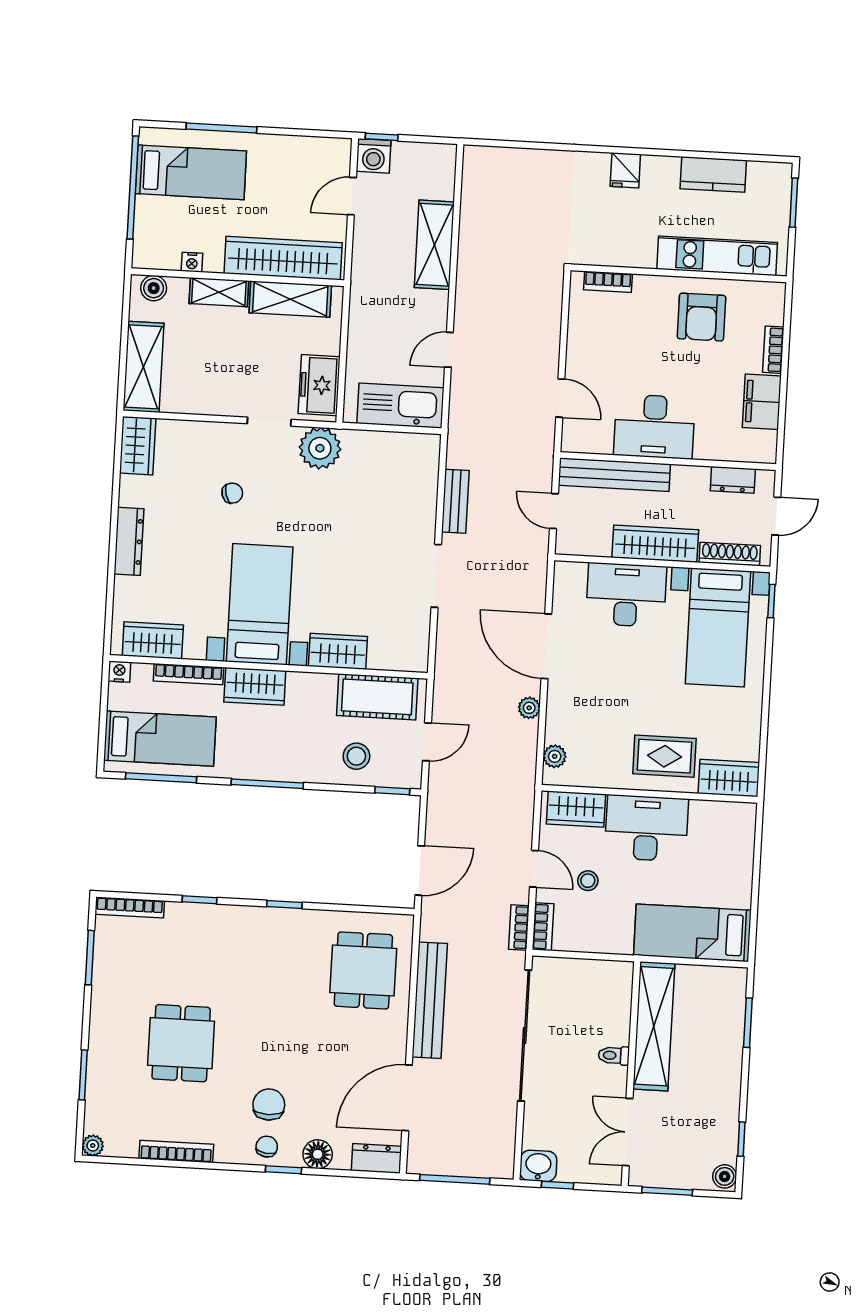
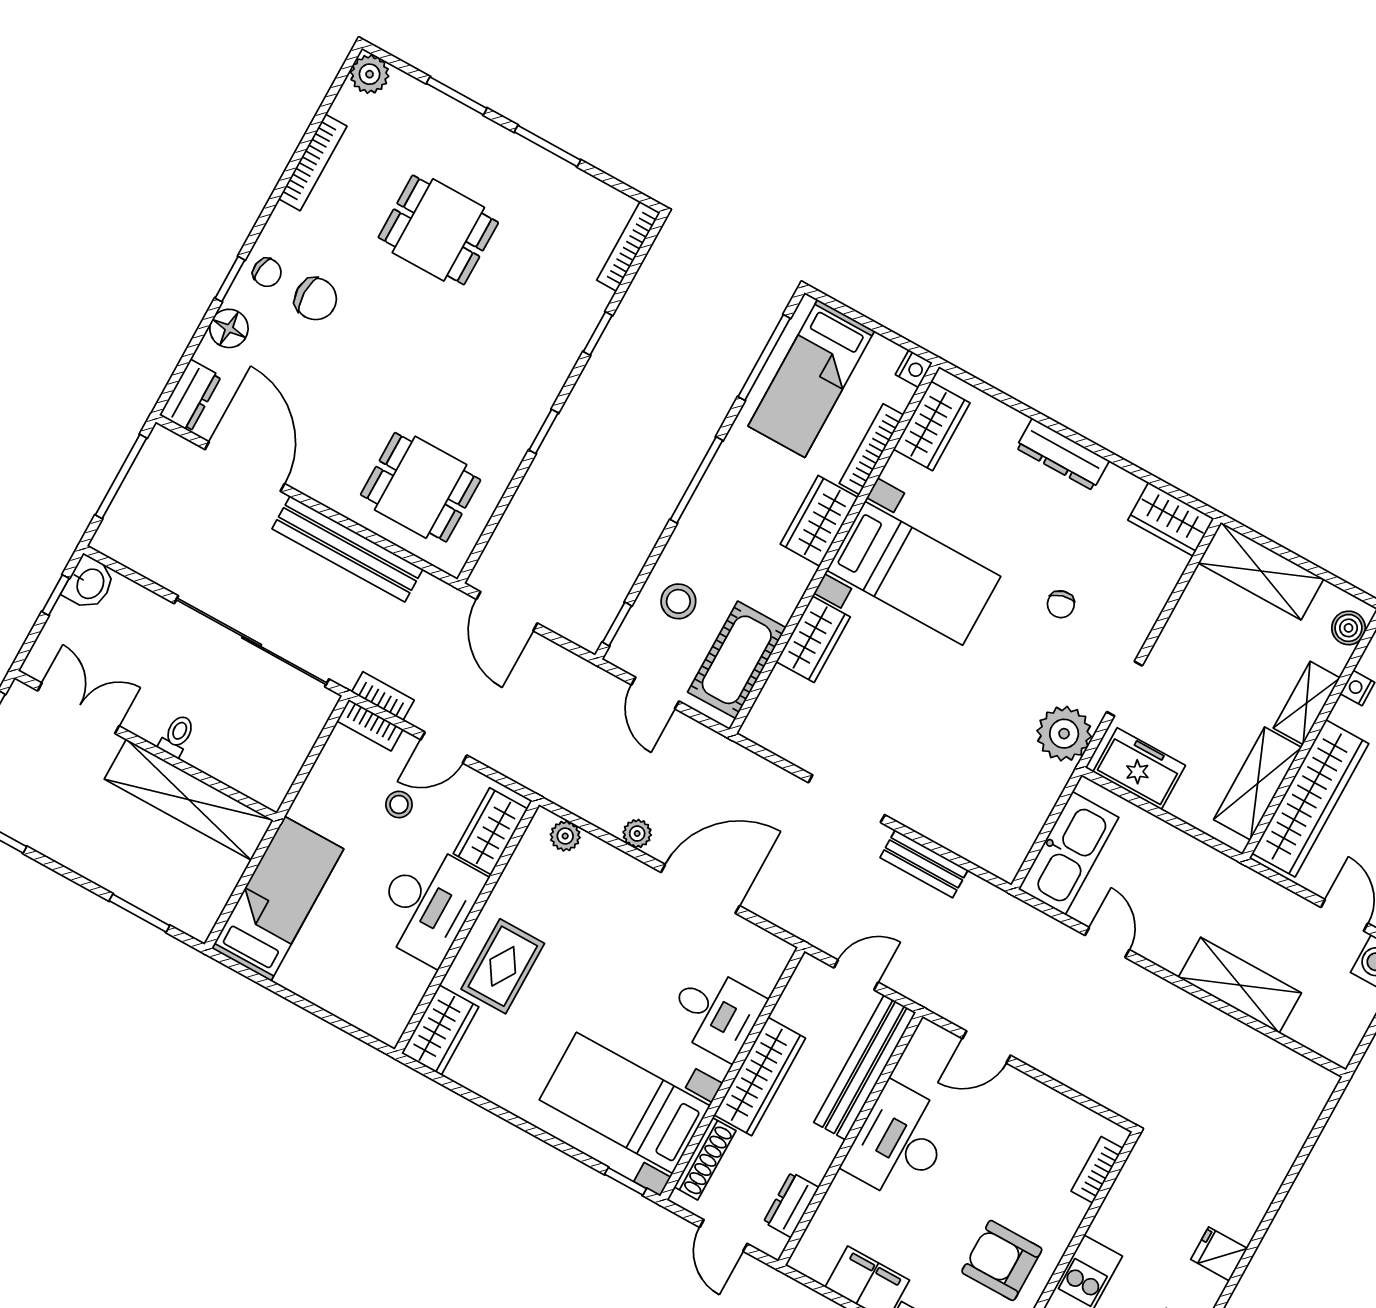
desk: (626, 595) -> (716, 1013), width x0.73
window: (90, 958) -> (548, 146), moved
plant: (93, 1146) -> (370, 74), width x1.38, depth x1.38

